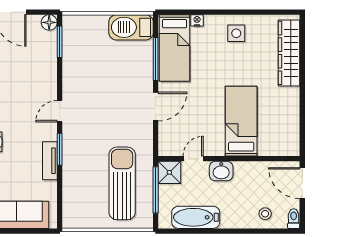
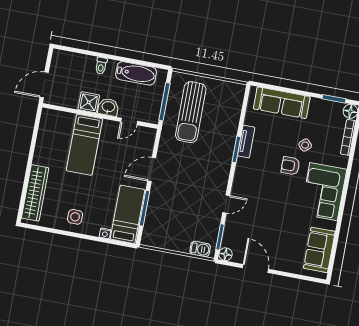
barbecue: (131, 27) -> (200, 249), moved, width x0.53, depth x0.65
door: (60, 111) -> (226, 204), moved
shower: (169, 172) -> (89, 102), moved
door: (302, 183) -> (44, 85), swing flipped
stool: (265, 214) -> (79, 66), removed
toilet: (294, 219) -> (101, 66), moved

